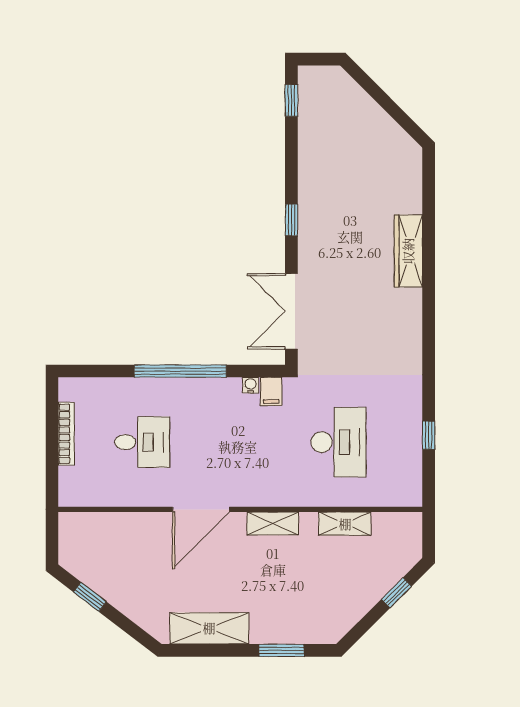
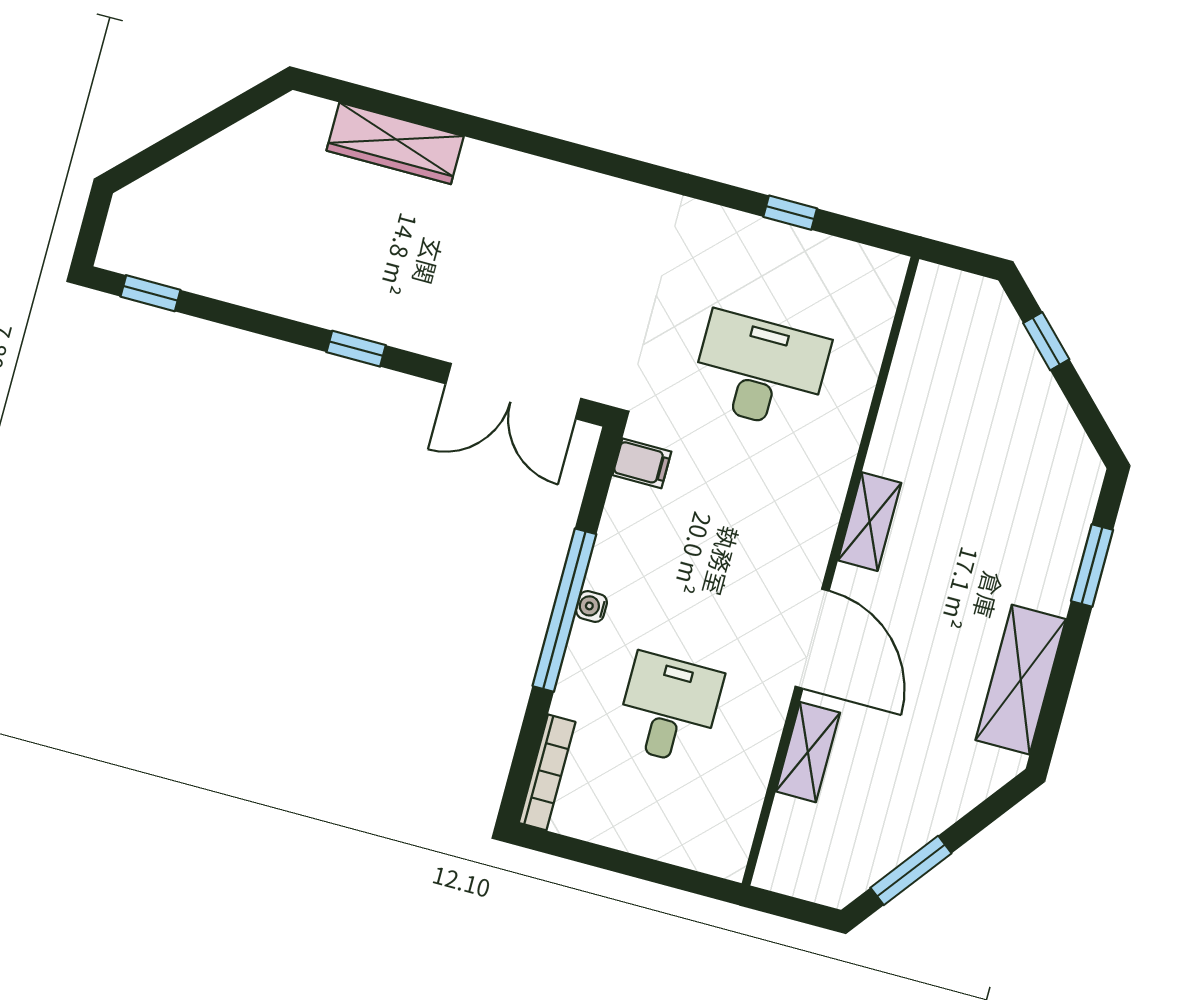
wardrobe: (408, 251) -> (395, 143), moved
water cooler: (251, 385) -> (592, 606), moved
bookcase: (66, 434) -> (547, 772), moved, turned 90
shelving: (345, 524) -> (808, 752), moved
window: (90, 597) -> (911, 870), width x1.50

